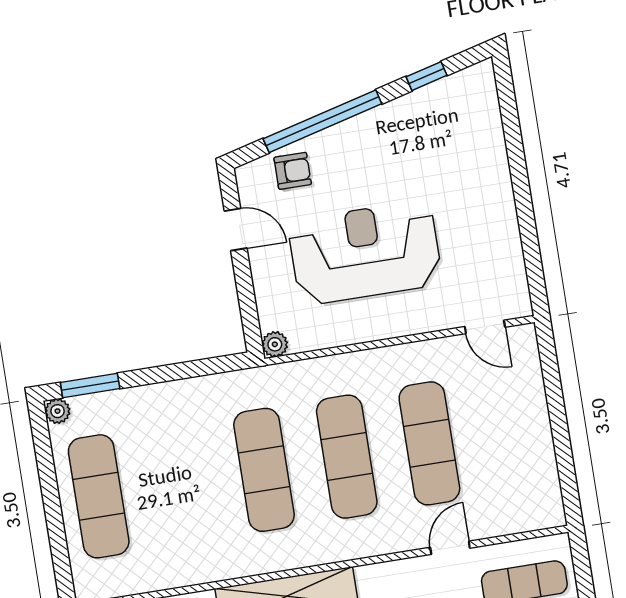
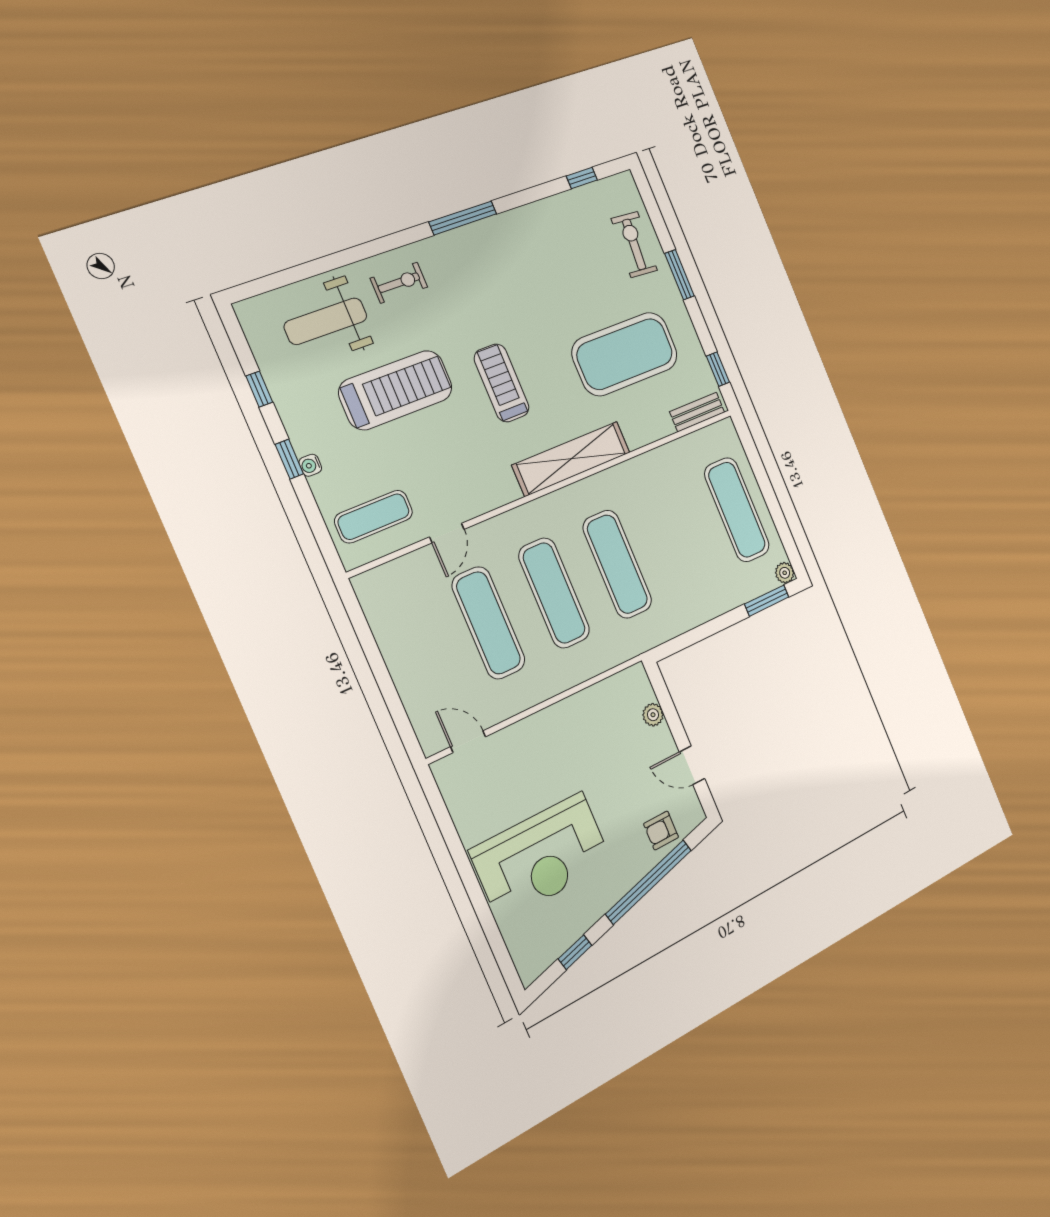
reception desk: (365, 253) -> (541, 857), moved
plant: (275, 344) -> (653, 715), moved

